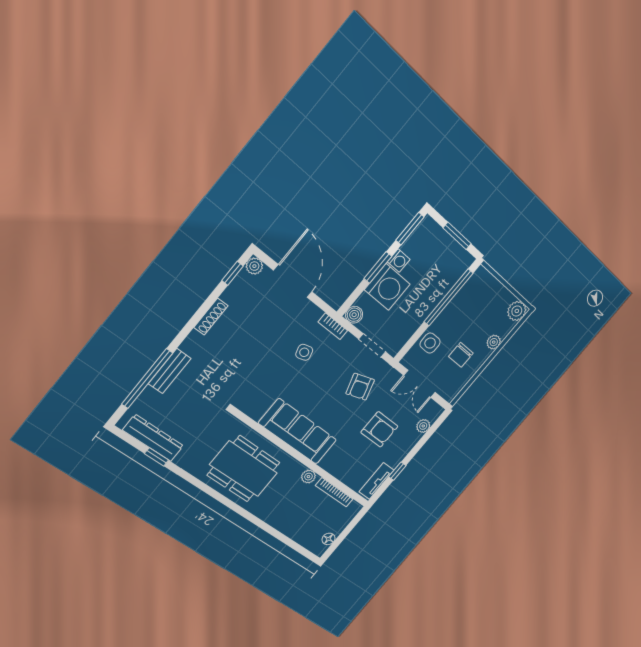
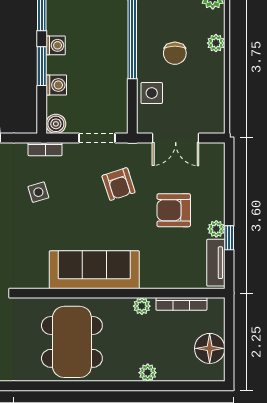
washing machine: (387, 287) -> (56, 85), width x0.53, depth x0.53
chair: (461, 355) -> (175, 53), moved
plant: (423, 426) -> (216, 229), moved
armchair: (379, 429) -> (174, 210), turned 180
dining table: (244, 469) -> (72, 342), turned 90
plant: (277, 521) -> (148, 373), added
floor lamp: (329, 539) -> (210, 348), width x1.89, depth x1.89

